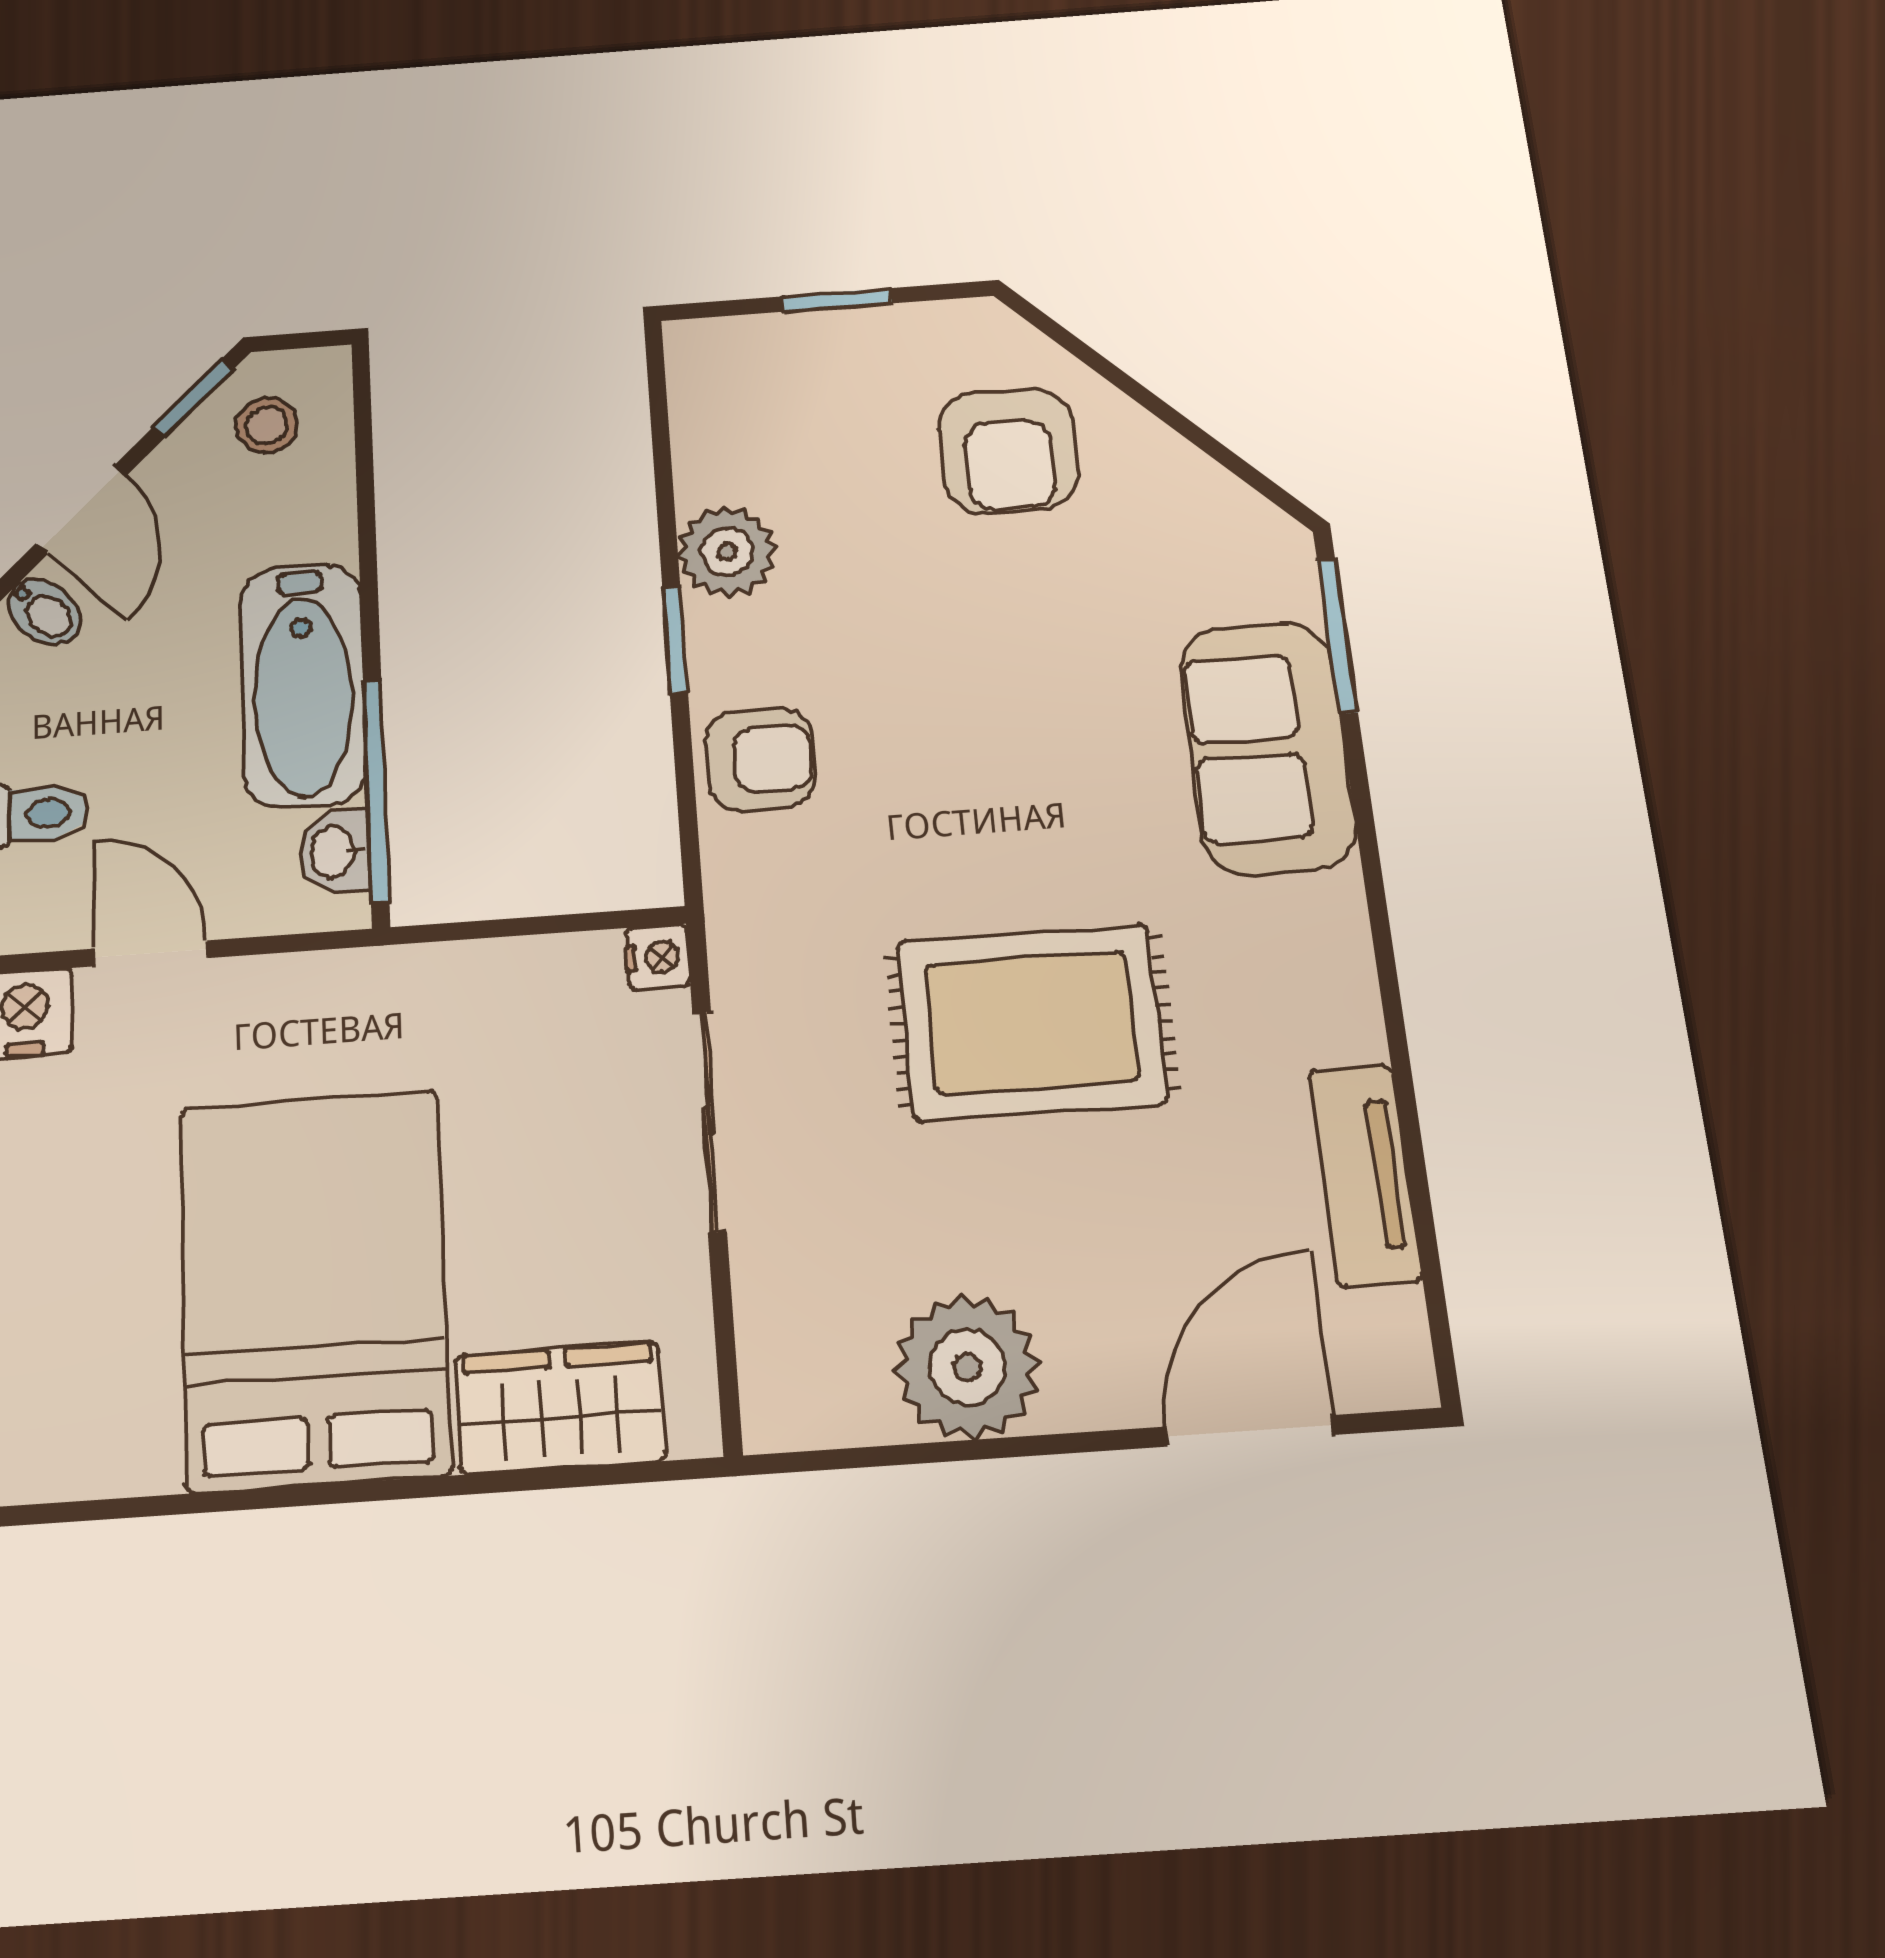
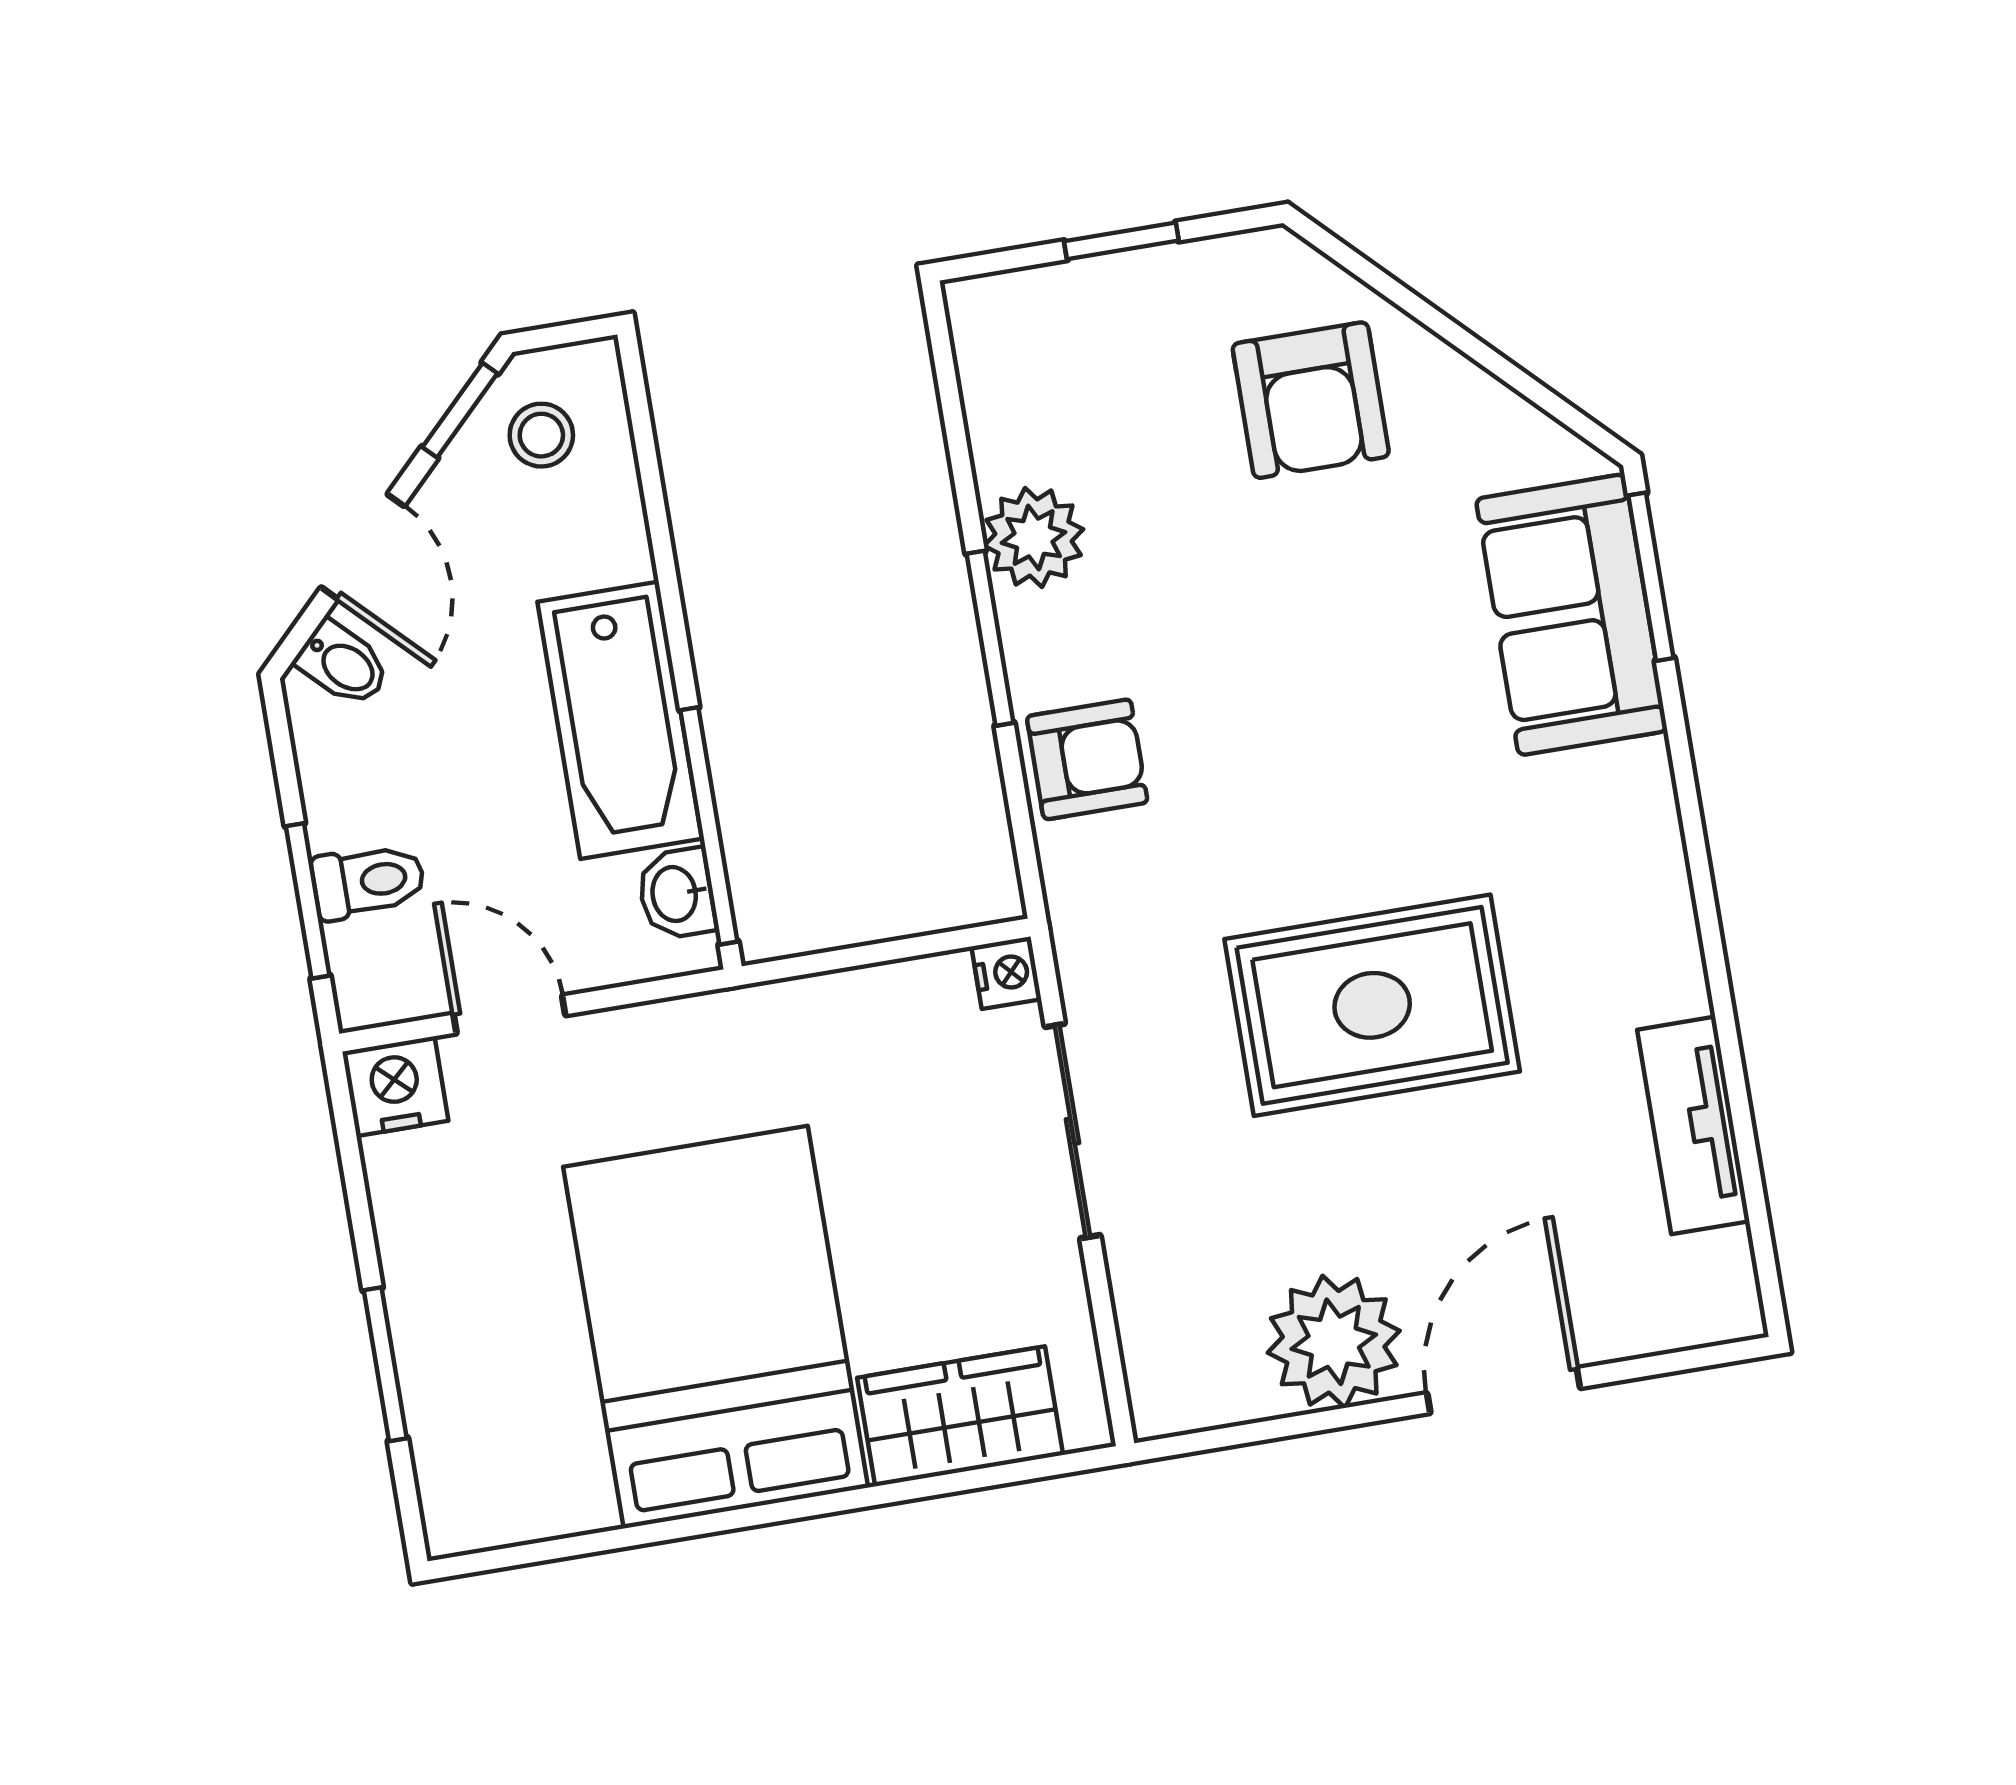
window: (675, 639) -> (990, 638), width x1.50
sofa: (1267, 747) -> (1572, 615), moved
door: (1250, 1431) -> (1504, 1391), moved

